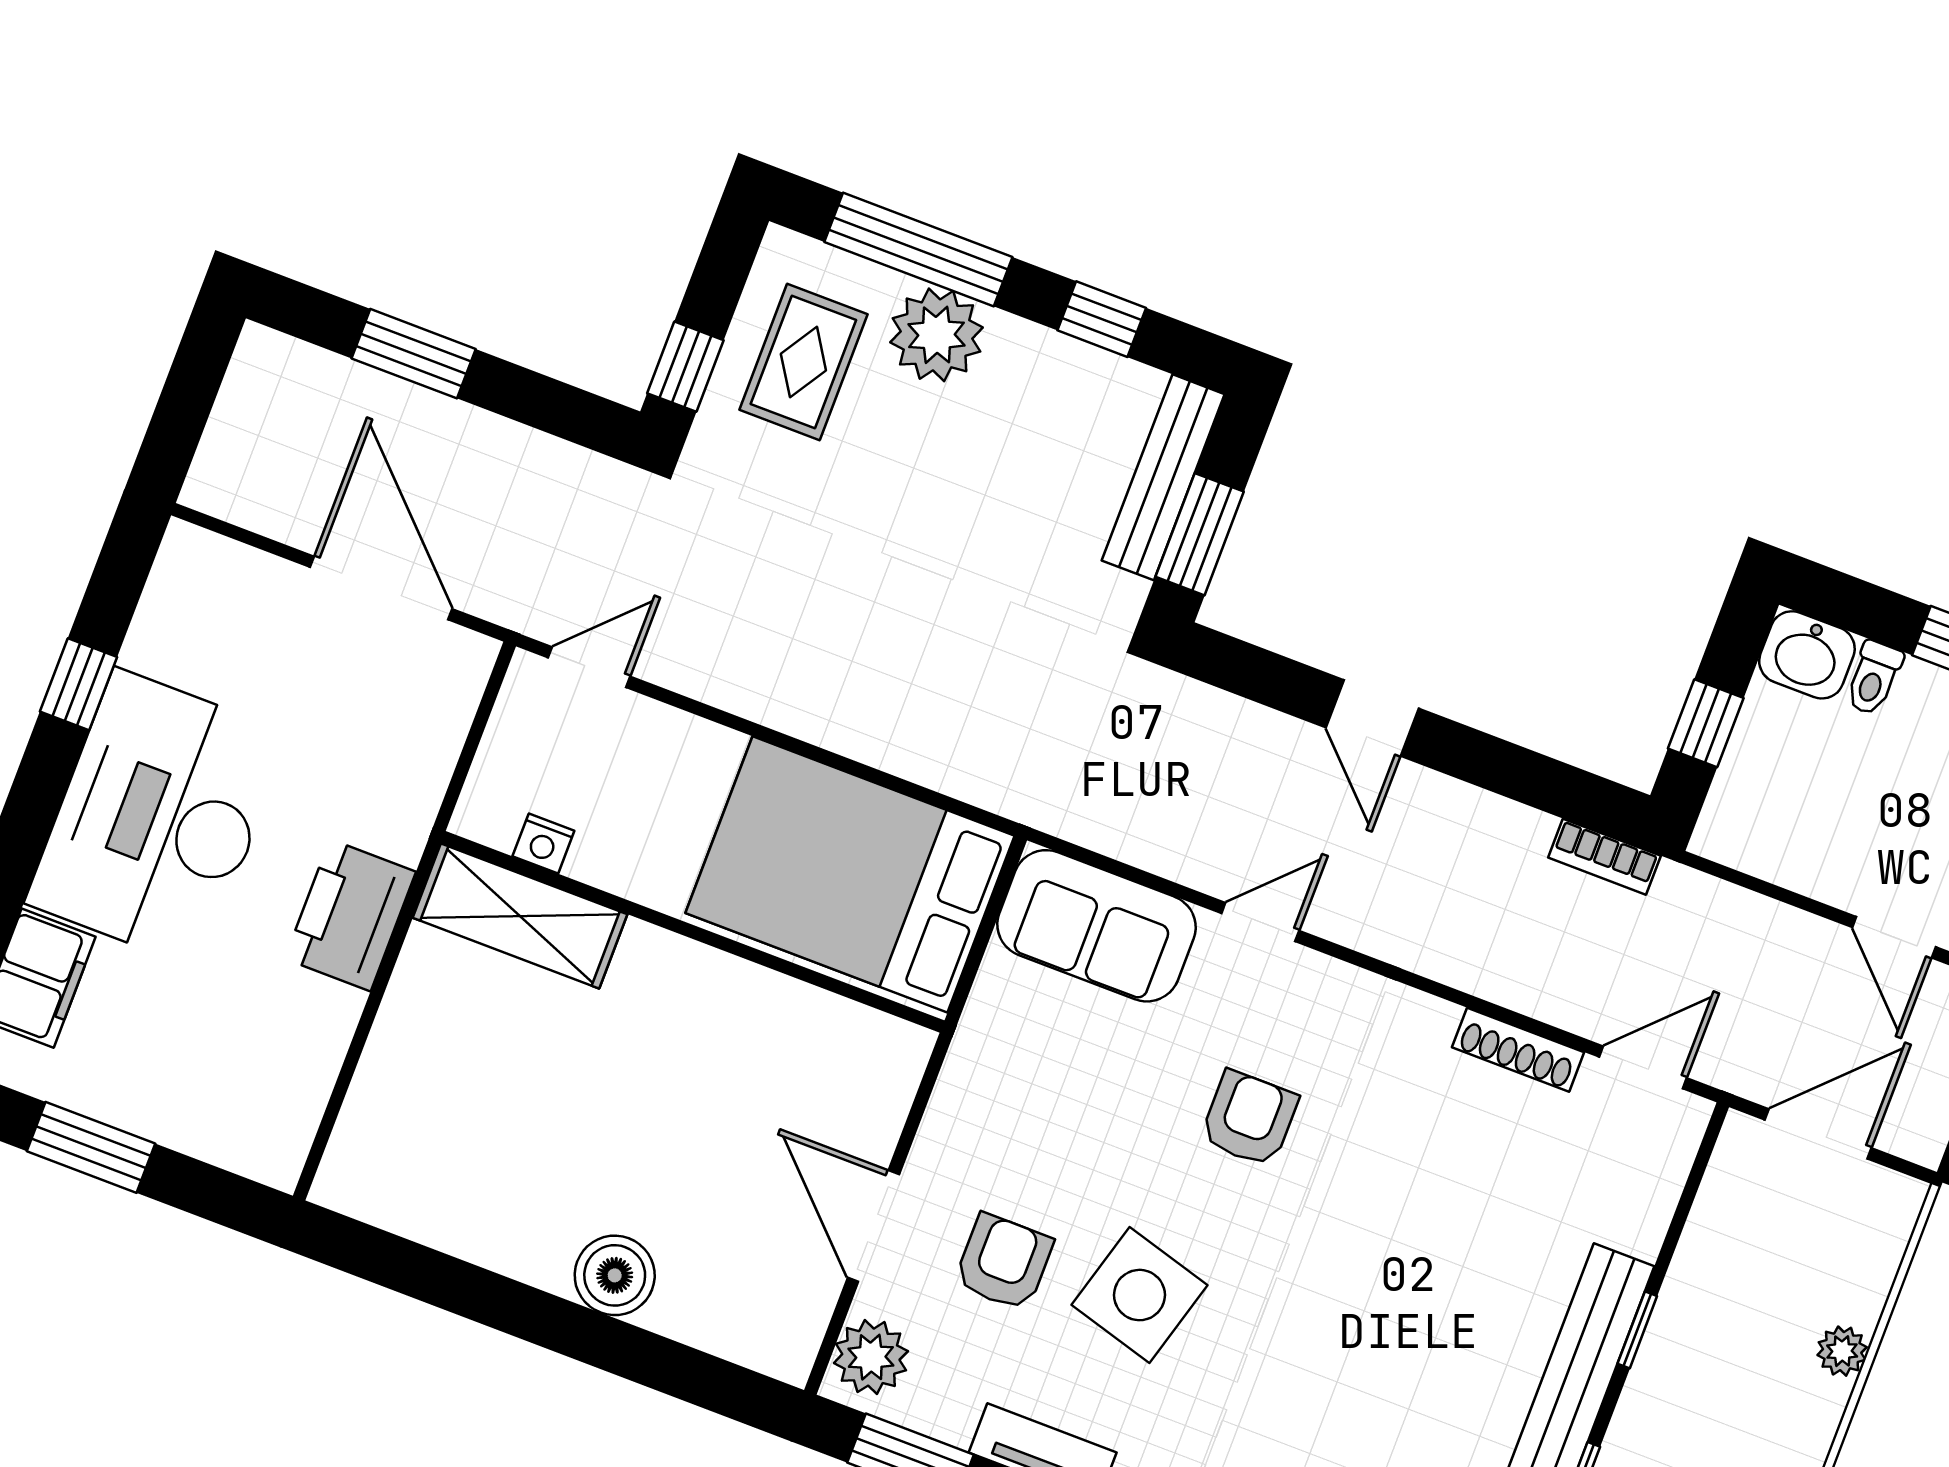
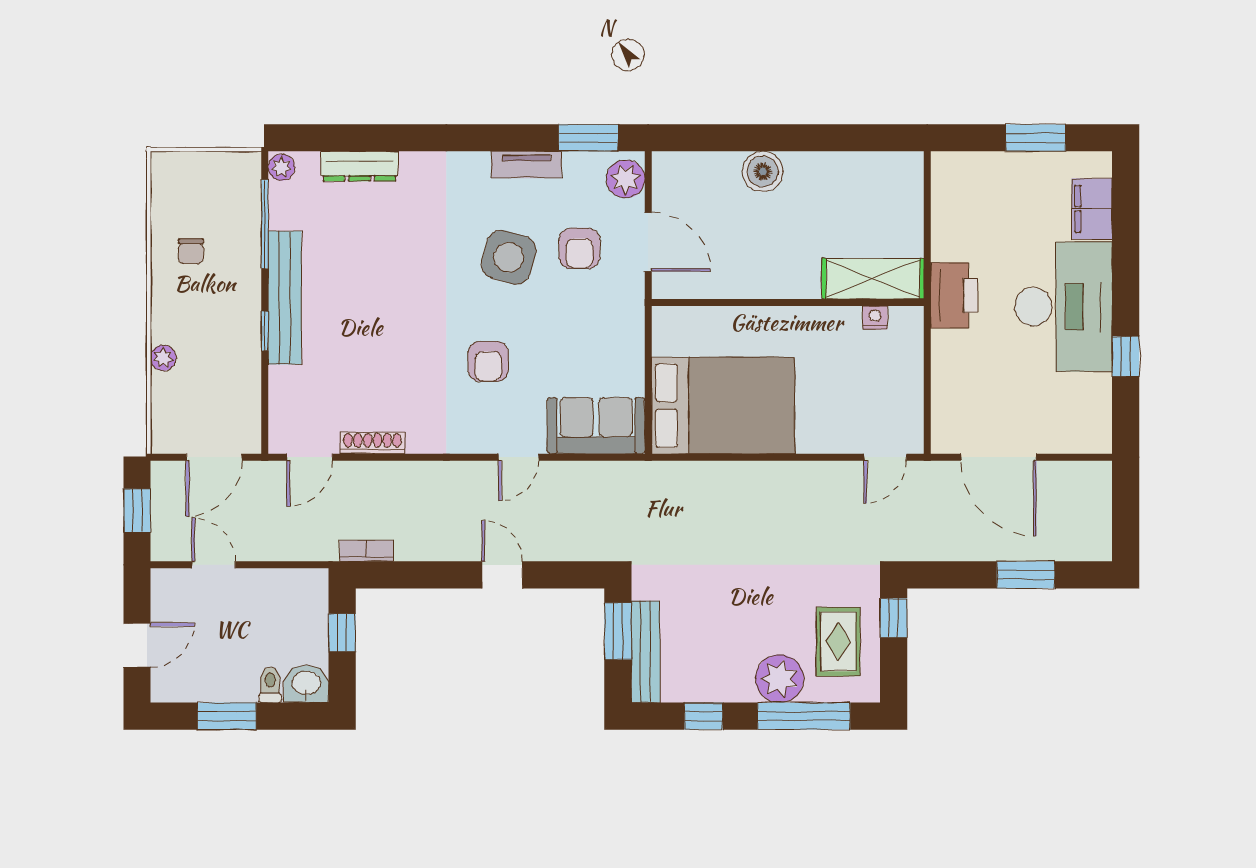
nightstand: (543, 843) -> (875, 318), moved
shelving: (520, 916) -> (873, 279), moved
wall: (693, 932) -> (788, 302), moved

